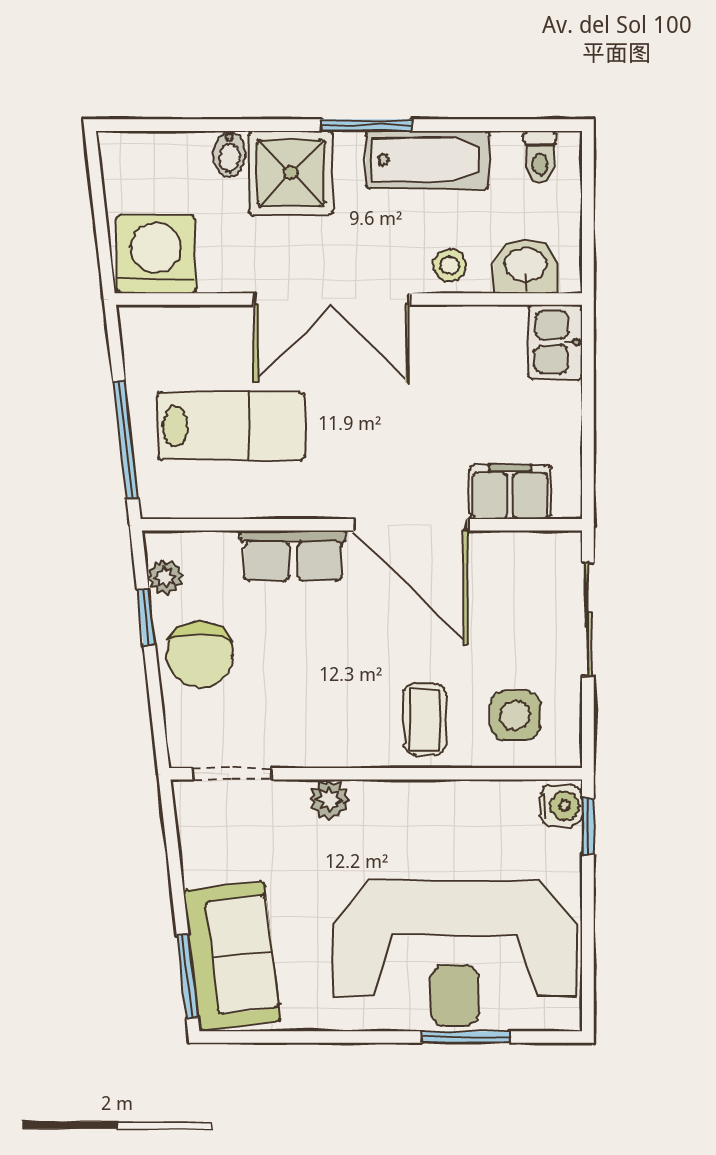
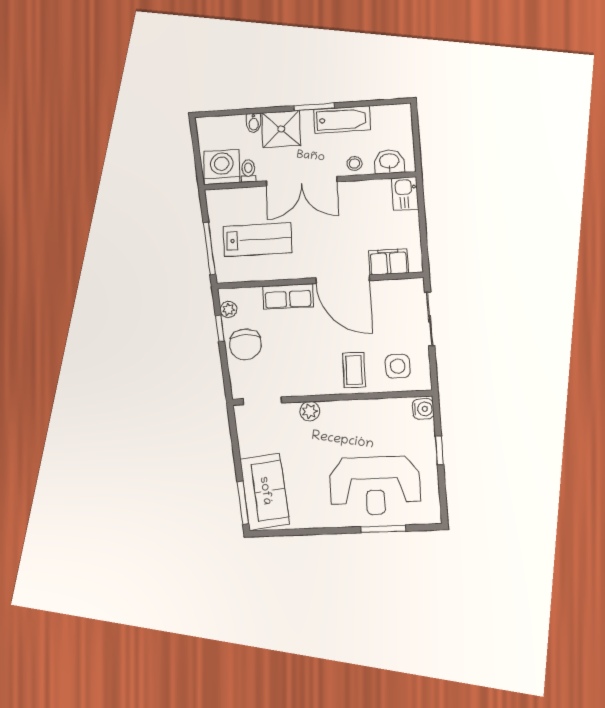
toilet: (540, 157) -> (248, 171), moved, turned 180
window: (588, 826) -> (439, 450), moved
reception desk: (455, 953) -> (375, 485), width x0.74, depth x0.77

